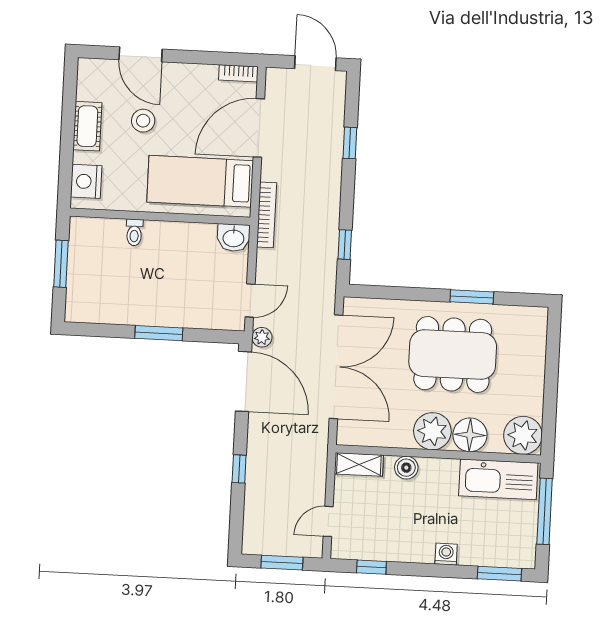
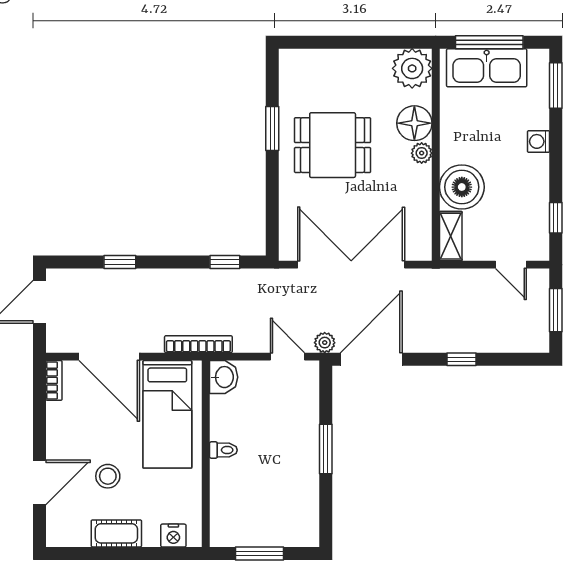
nightstand: (86, 181) -> (173, 536), width x0.74, depth x0.75
toilet: (134, 232) -> (223, 450), moved
dining table: (453, 355) -> (333, 145), width x0.73
plant: (432, 431) -> (422, 153), width x0.53, depth x0.53
boiler: (406, 468) -> (462, 187), width x1.86, depth x1.86
kitchen sink: (498, 479) -> (487, 68), moved, turned 90

